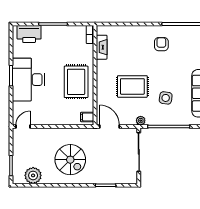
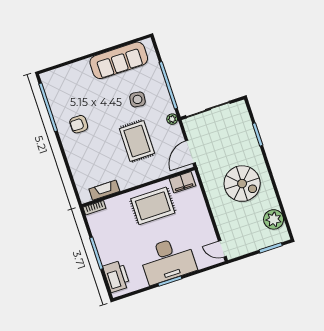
filing cabinet: (87, 117) -> (182, 182), width x2.00
spiral stairs: (70, 160) -> (242, 184), turned 90

